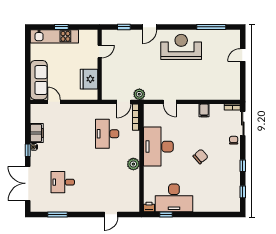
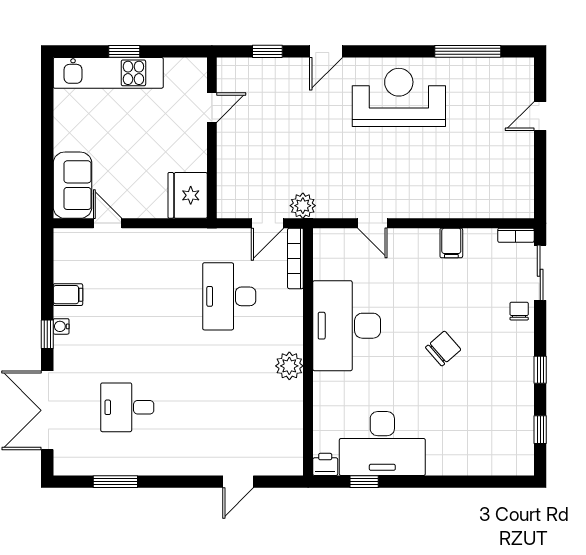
fridge: (89, 79) -> (188, 195), moved
sofa: (39, 80) -> (72, 185), width x0.73
filing cabinet: (37, 133) -> (68, 295), width x0.50

